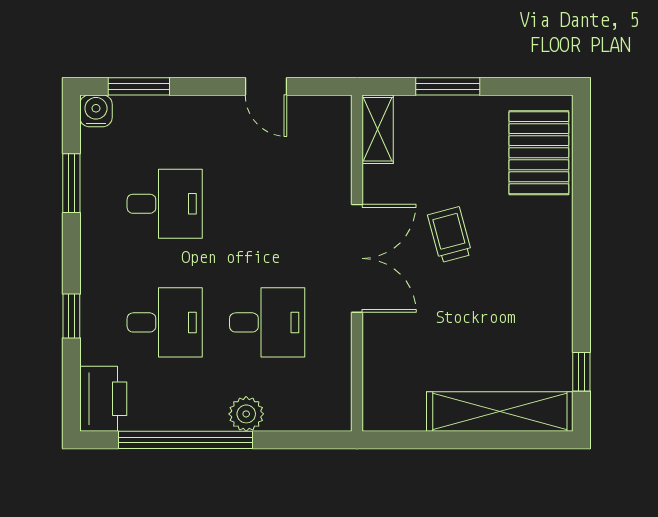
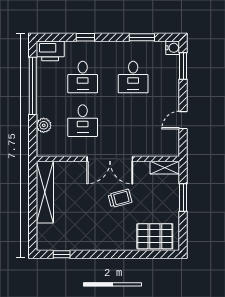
shelving: (500, 411) -> (45, 192), moved
plant: (246, 414) -> (44, 125), moved

